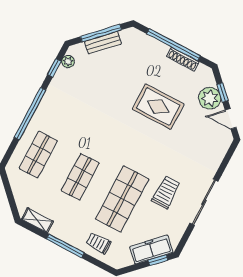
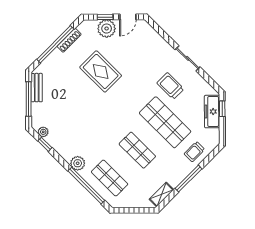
bench: (103, 43) -> (37, 88), moved
rug: (158, 107) -> (101, 71), turned 90
plant: (44, 112) -> (78, 163), added
window: (30, 114) -> (86, 186), moved
sliding door: (204, 202) -> (187, 58), width x0.73

